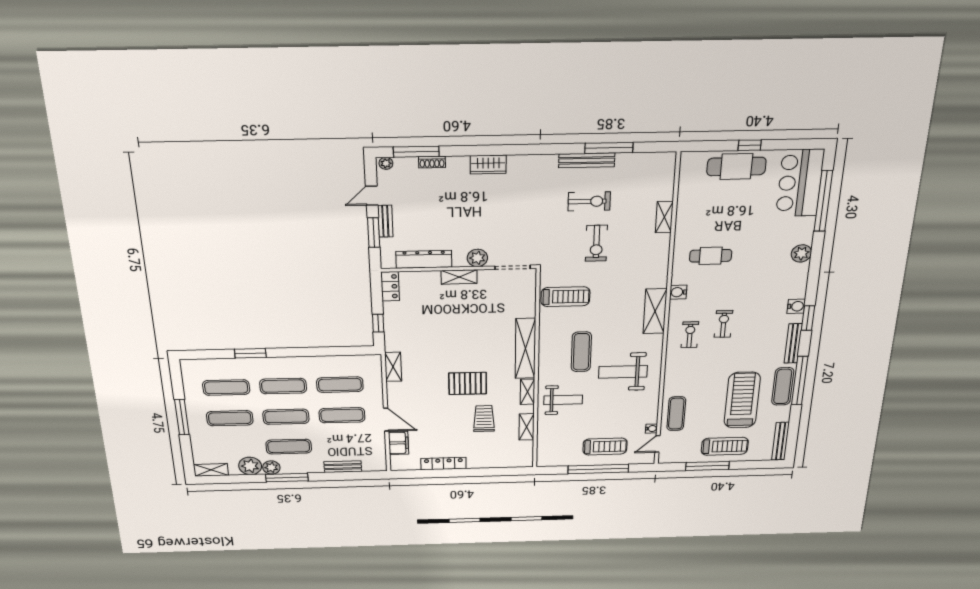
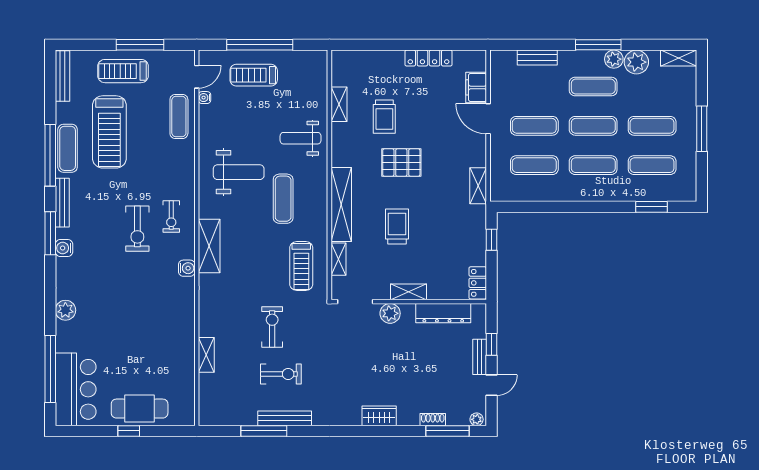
exercise bike: (589, 201) -> (281, 374), turned 180
window: (374, 233) -> (491, 344), width x0.67
cafe table: (711, 256) -> (157, 310), removed
treadmill: (565, 297) -> (301, 266), turned -90
window: (808, 318) -> (50, 233), width x1.44
exercise bike: (723, 324) -> (137, 229), width x1.38, depth x1.39
trolley: (471, 332) -> (397, 226), added
window: (250, 353) -> (652, 207), moved
shelving: (527, 392) -> (338, 259), moved

